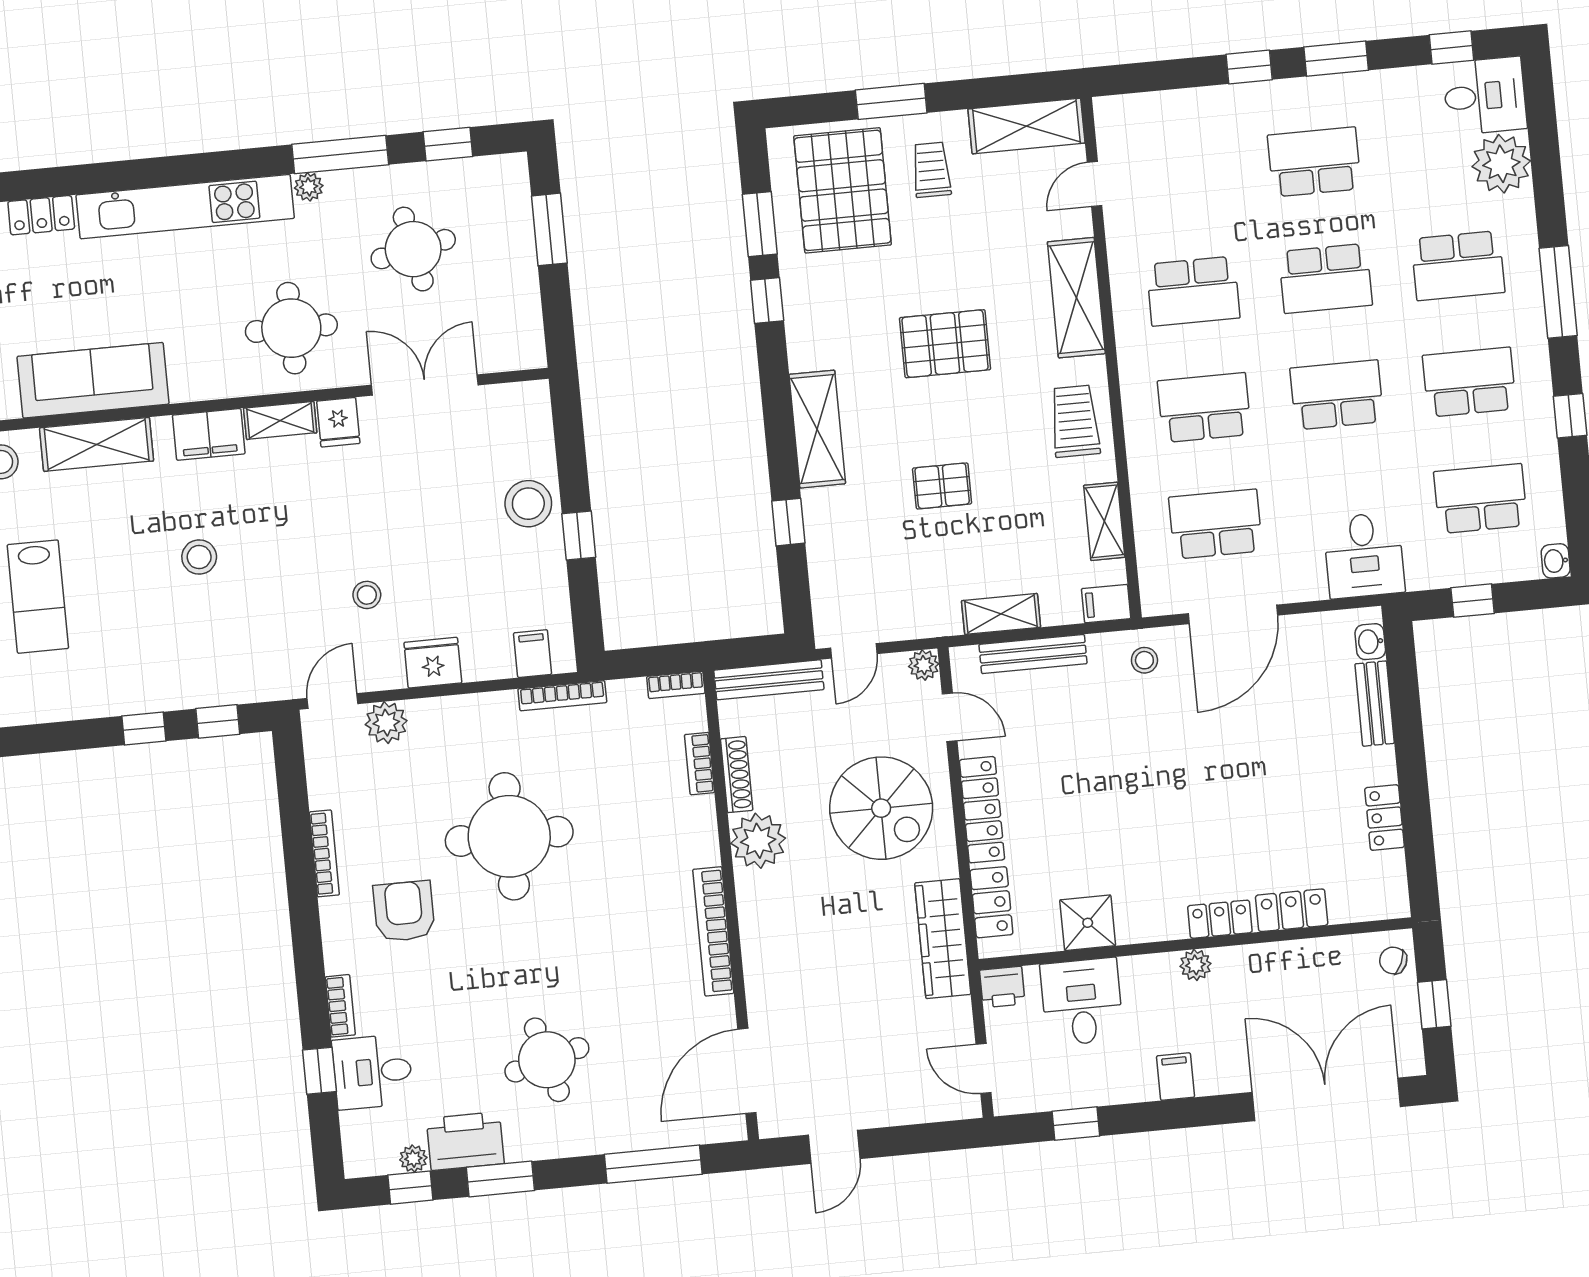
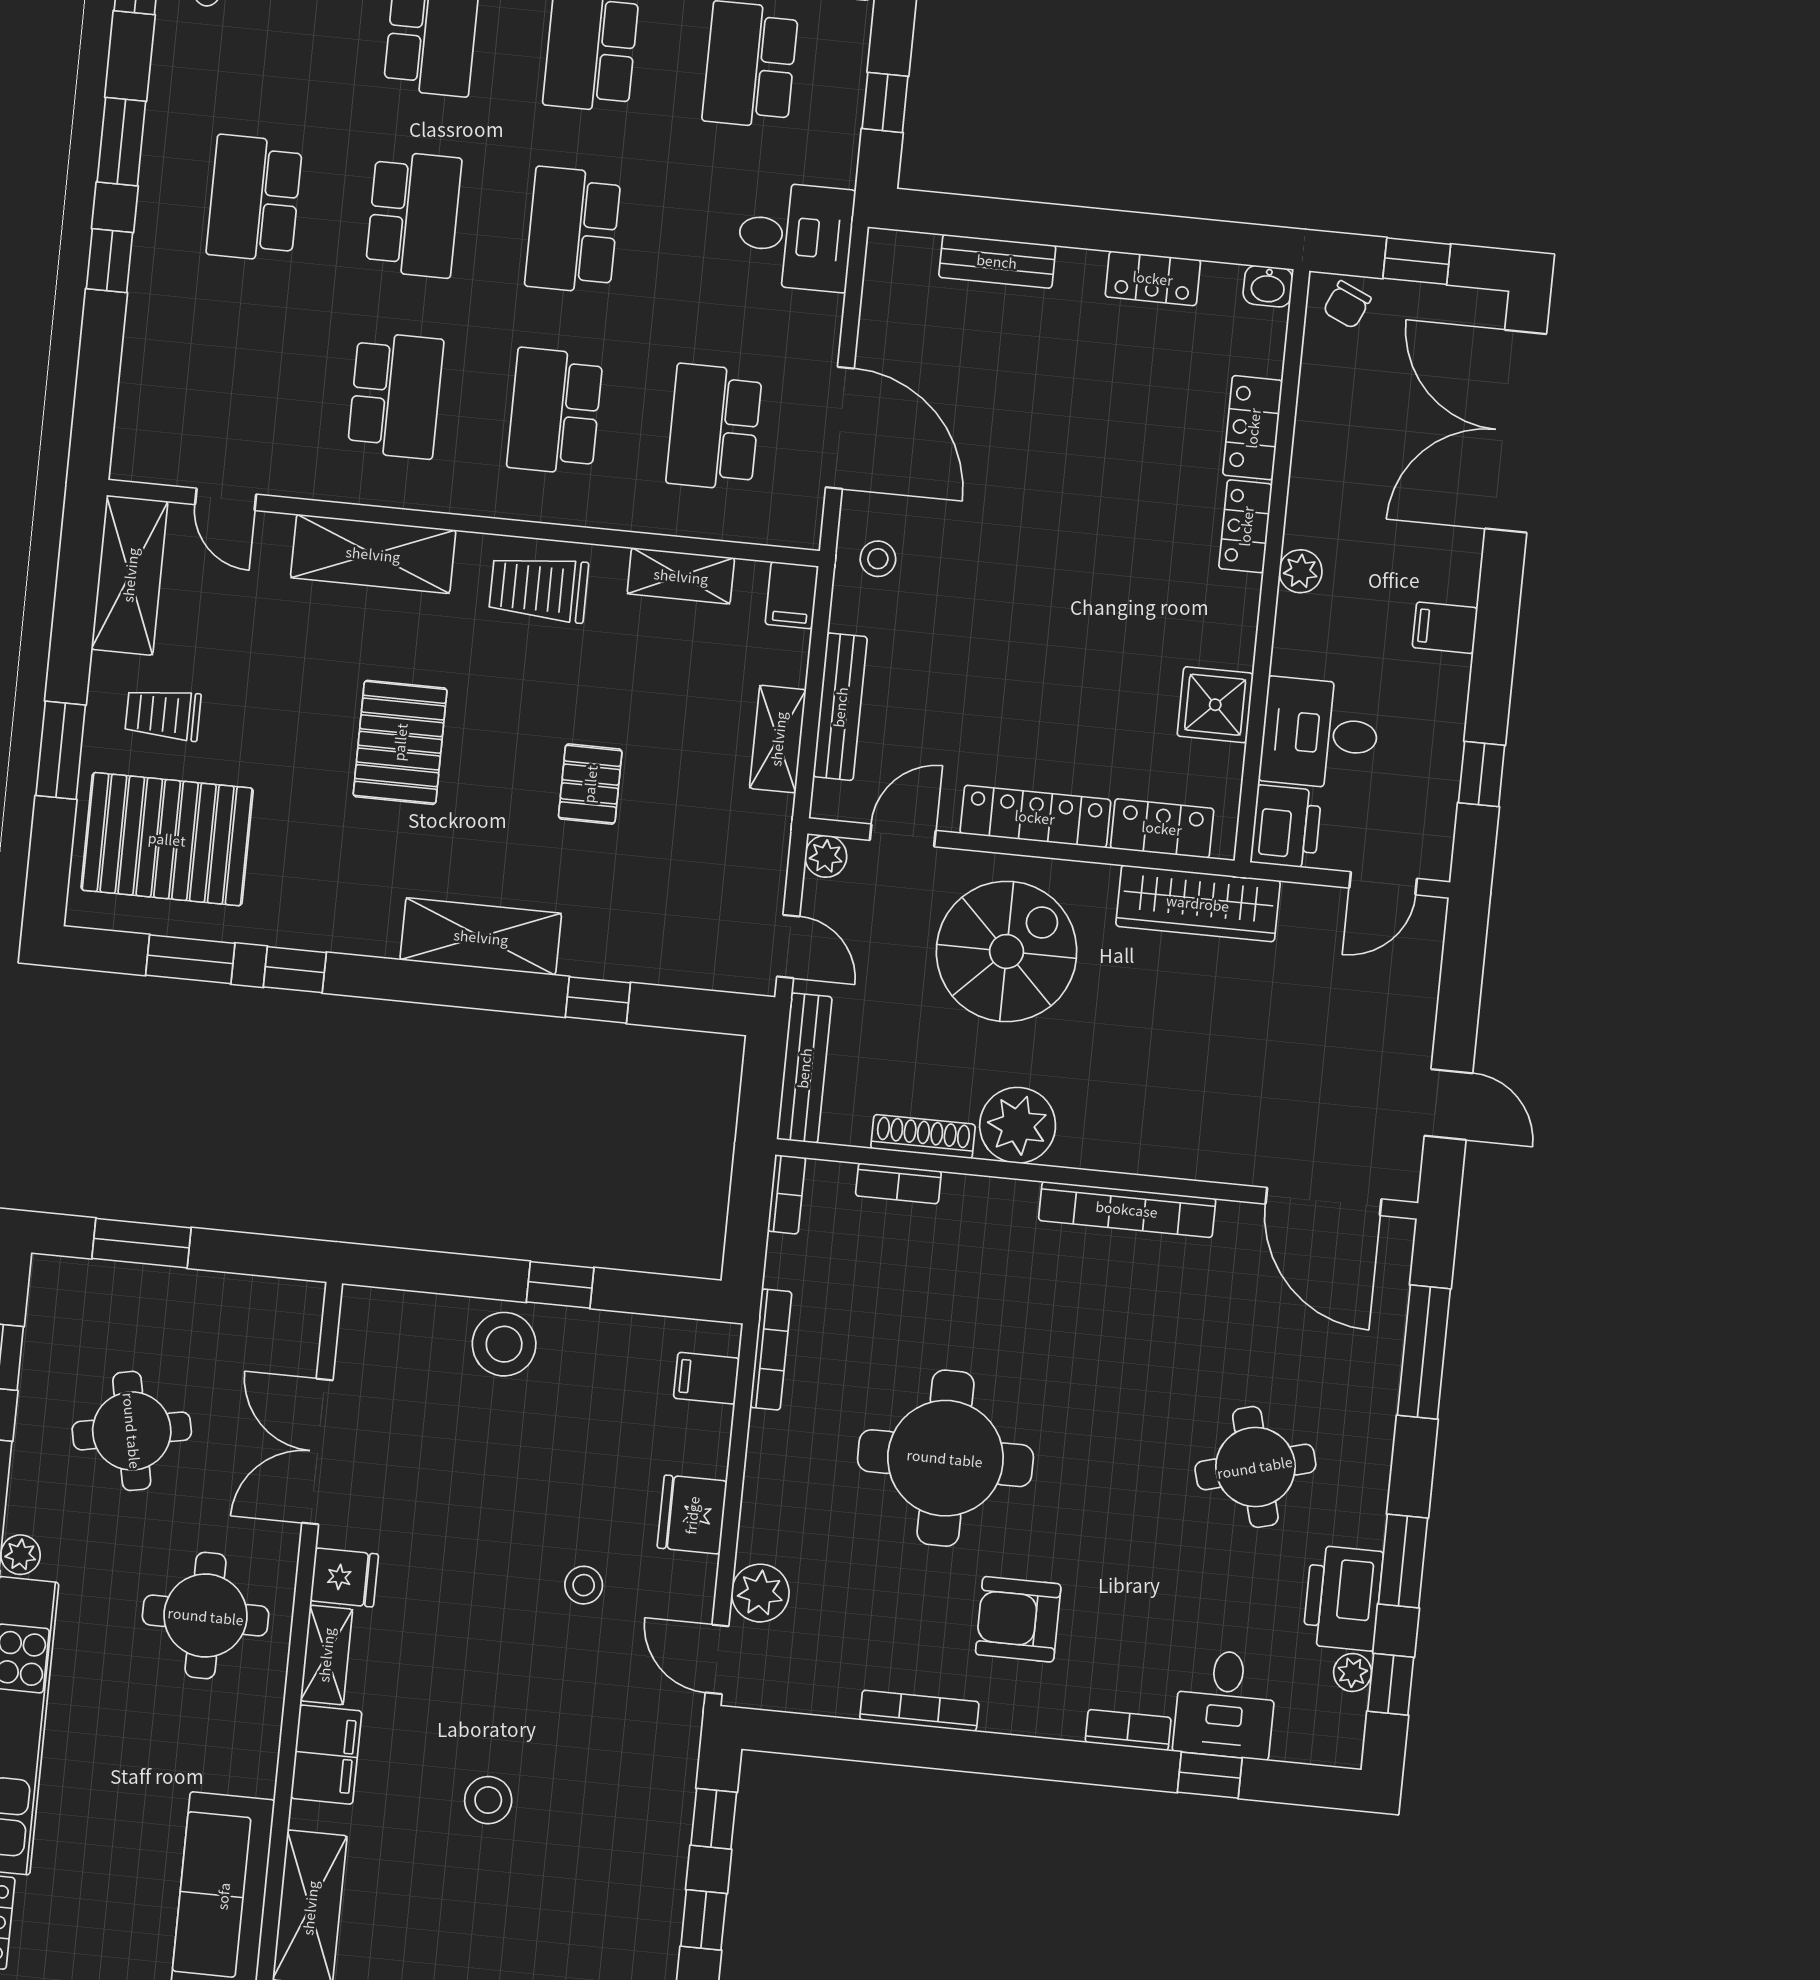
washbasin: (1370, 642) -> (1268, 286), moved
printer: (1002, 987) -> (1286, 827), width x1.36, depth x1.24

